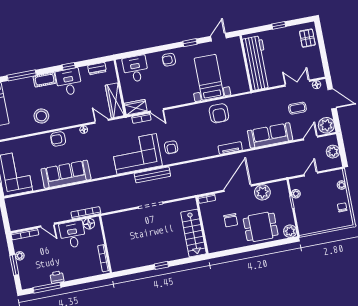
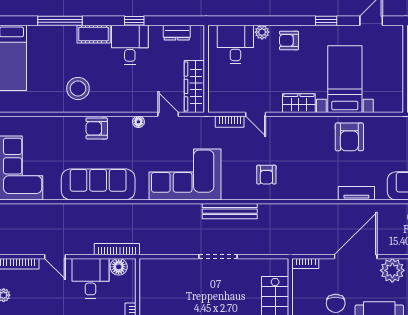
plant: (151, 58) -> (262, 32), added
wardrobe: (136, 107) -> (299, 103), moved
corner sofa: (137, 154) -> (185, 174), moved

